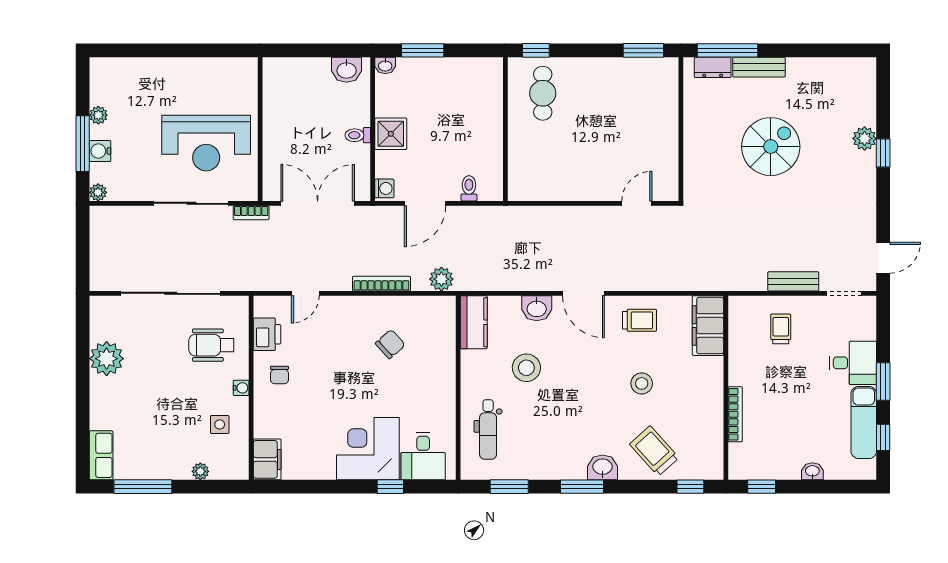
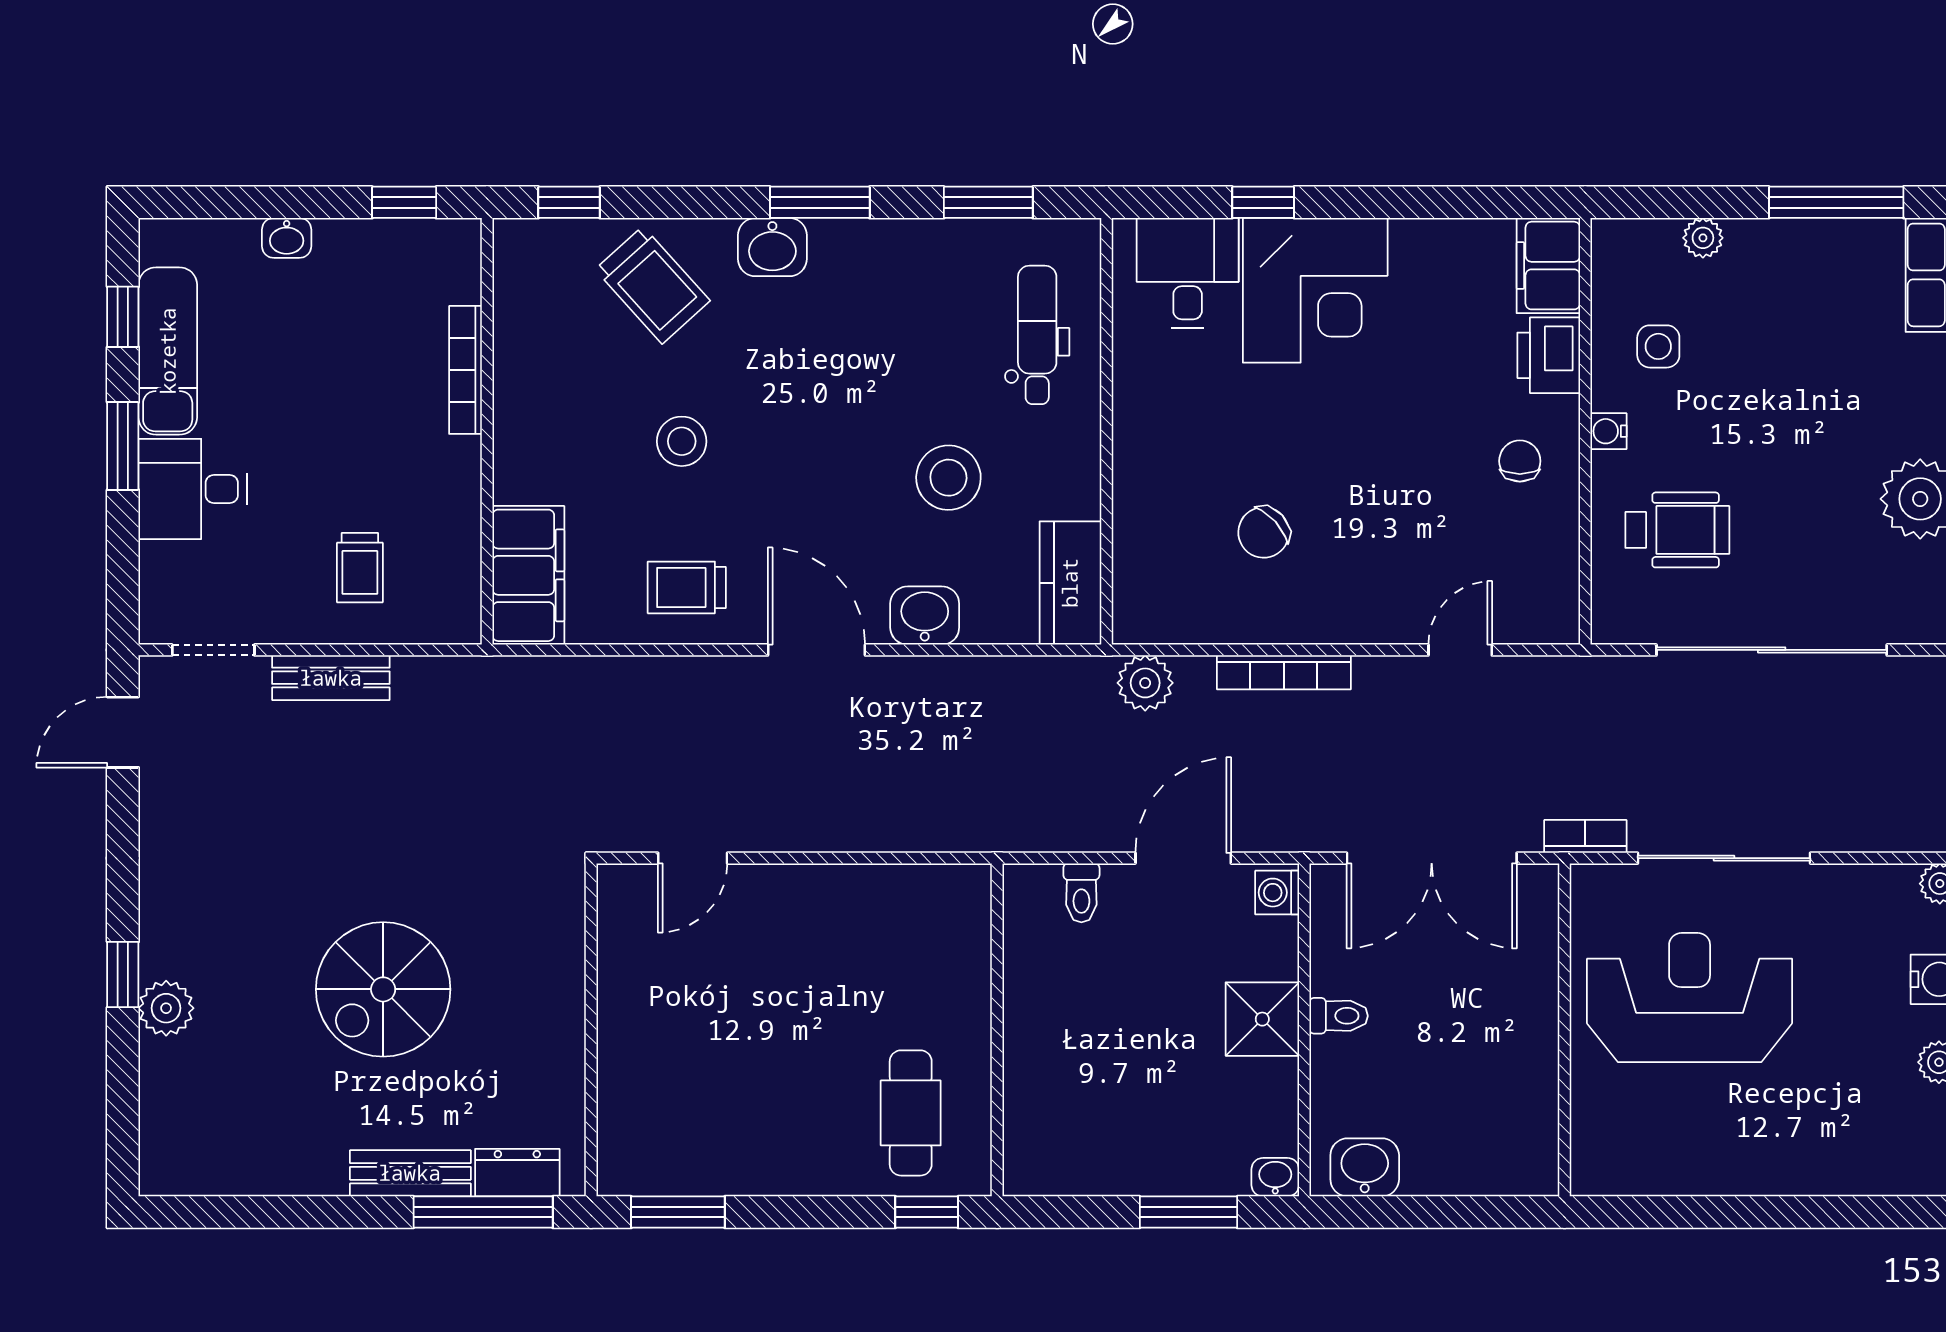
printer: (267, 334) -> (1549, 355), moved

